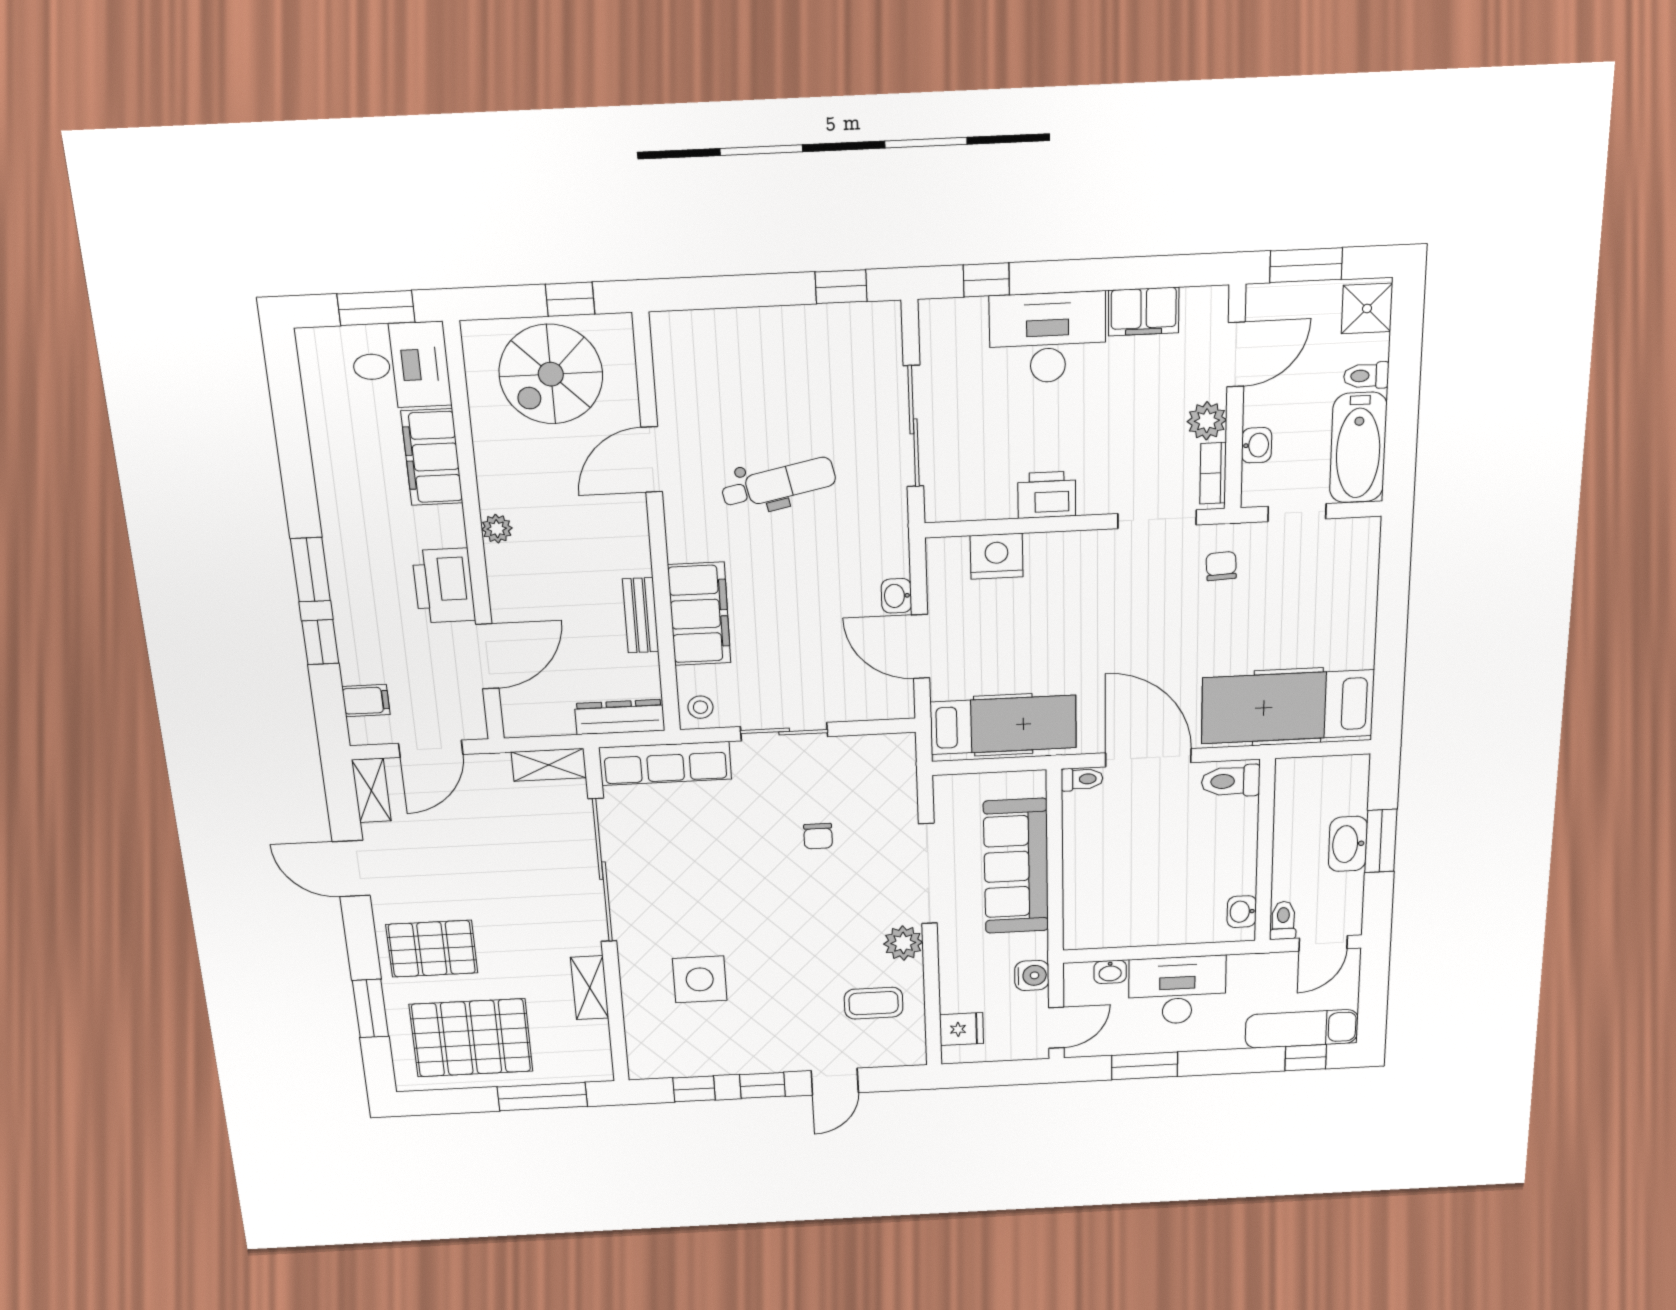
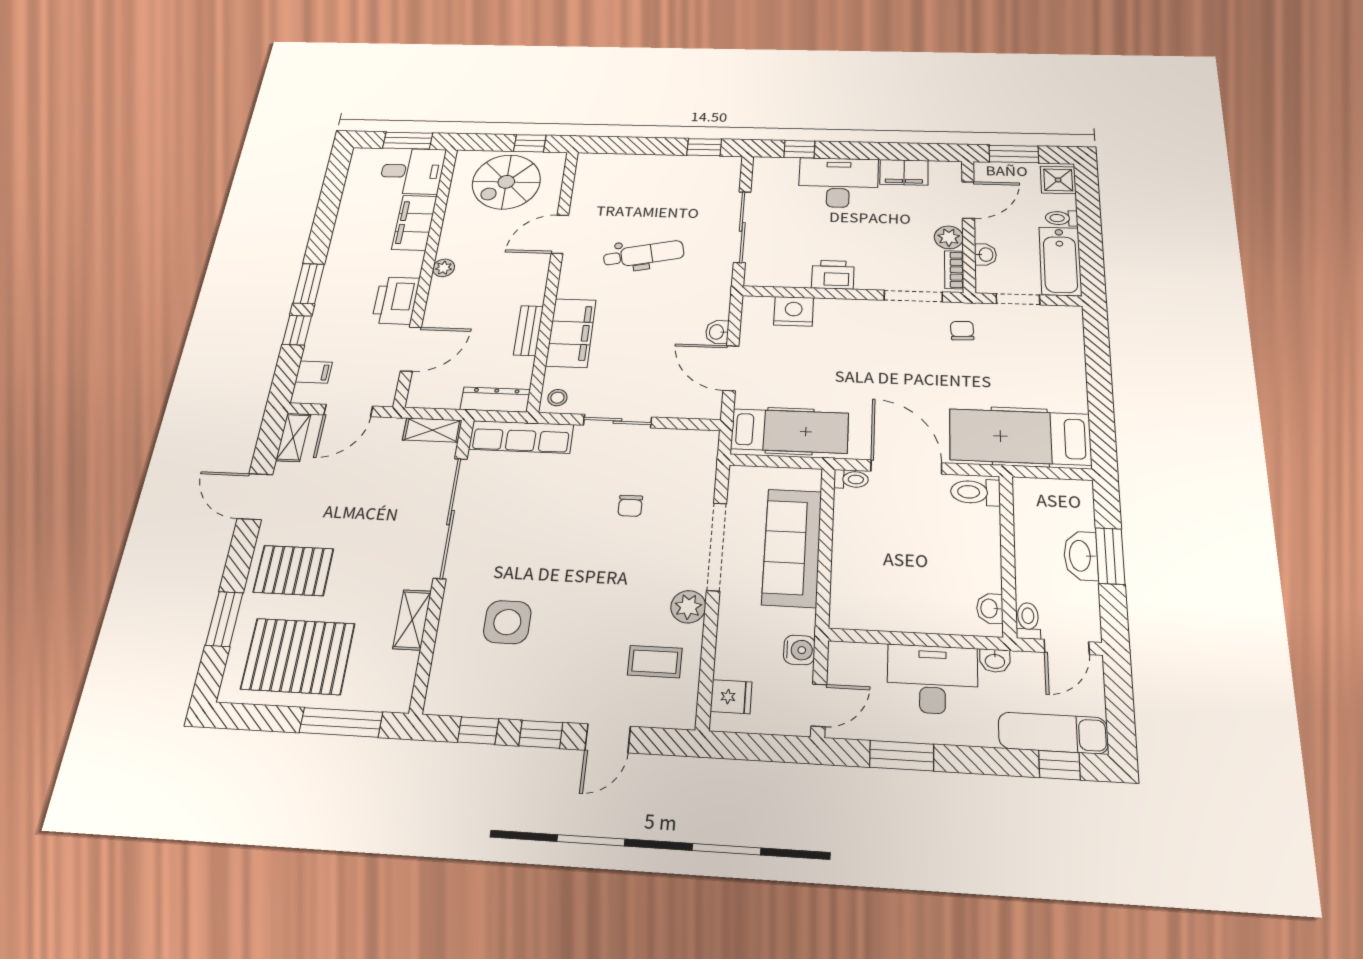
washbasin: (1110, 972) -> (995, 661), moved

